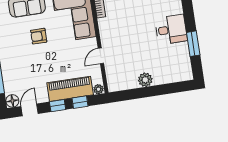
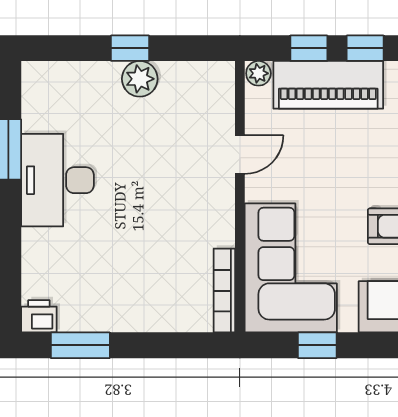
desk: (171, 30) -> (57, 180), width x1.37
window: (151, 91) -> (130, 48), added

